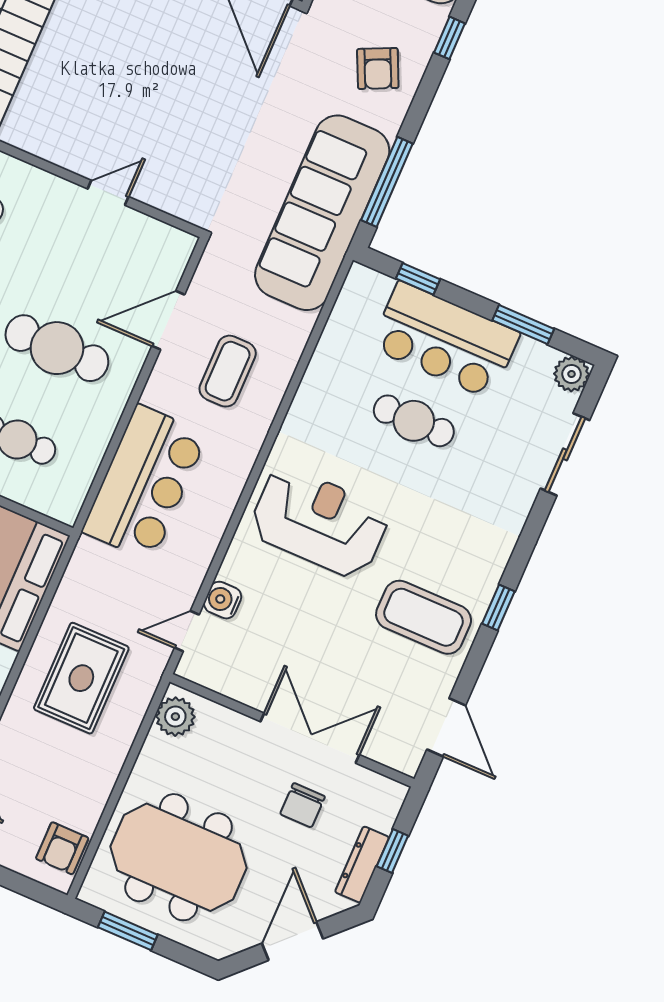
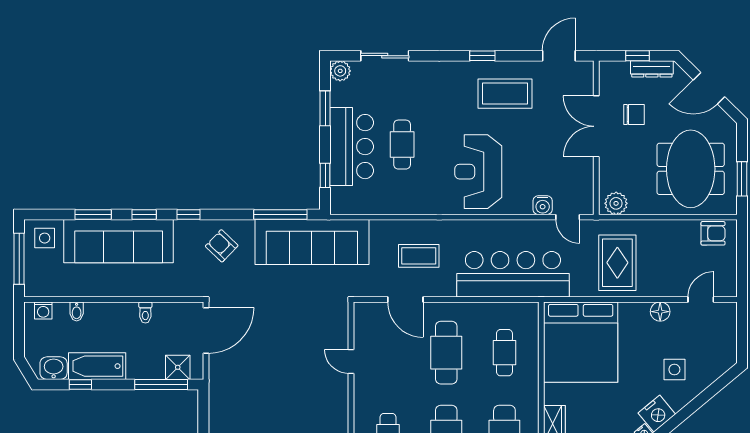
armchair: (378, 68) -> (222, 246), turned -111
bar counter: (145, 483) -> (513, 274), width x1.36
coffee table: (424, 617) -> (505, 94), turned 90
rug: (81, 678) -> (617, 263), turned 90

